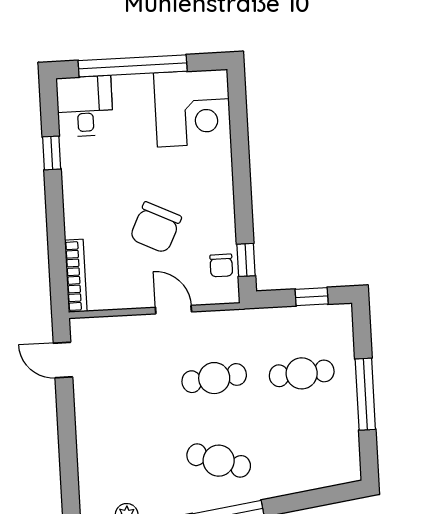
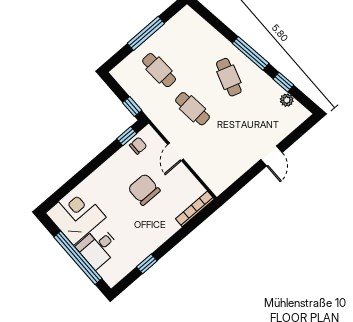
desk: (85, 106) -> (98, 247), moved
chair: (156, 228) -> (144, 189), turned -116
window: (312, 297) -> (132, 107), moved
door: (63, 360) -> (272, 156), moved

